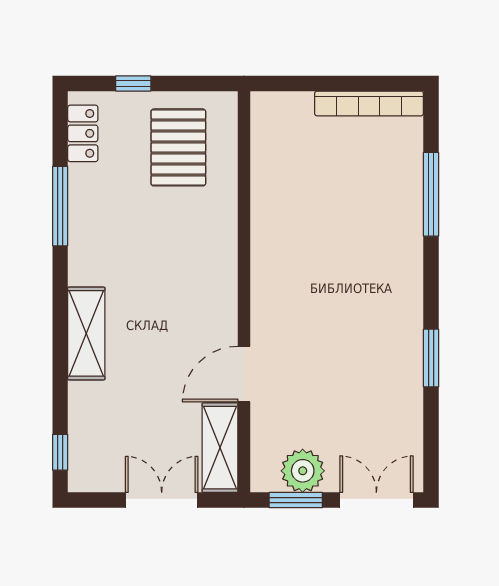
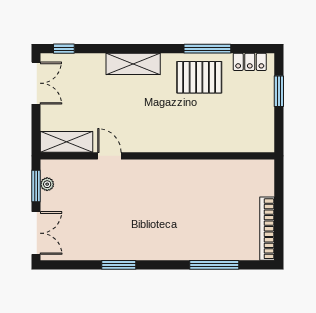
window: (133, 83) -> (279, 91), width x1.50
pallet: (178, 147) -> (199, 77), moved
door: (244, 374) -> (109, 156), width x0.73
plant: (303, 471) -> (47, 184), width x0.53, depth x0.53
double door: (162, 500) -> (36, 83), moved

